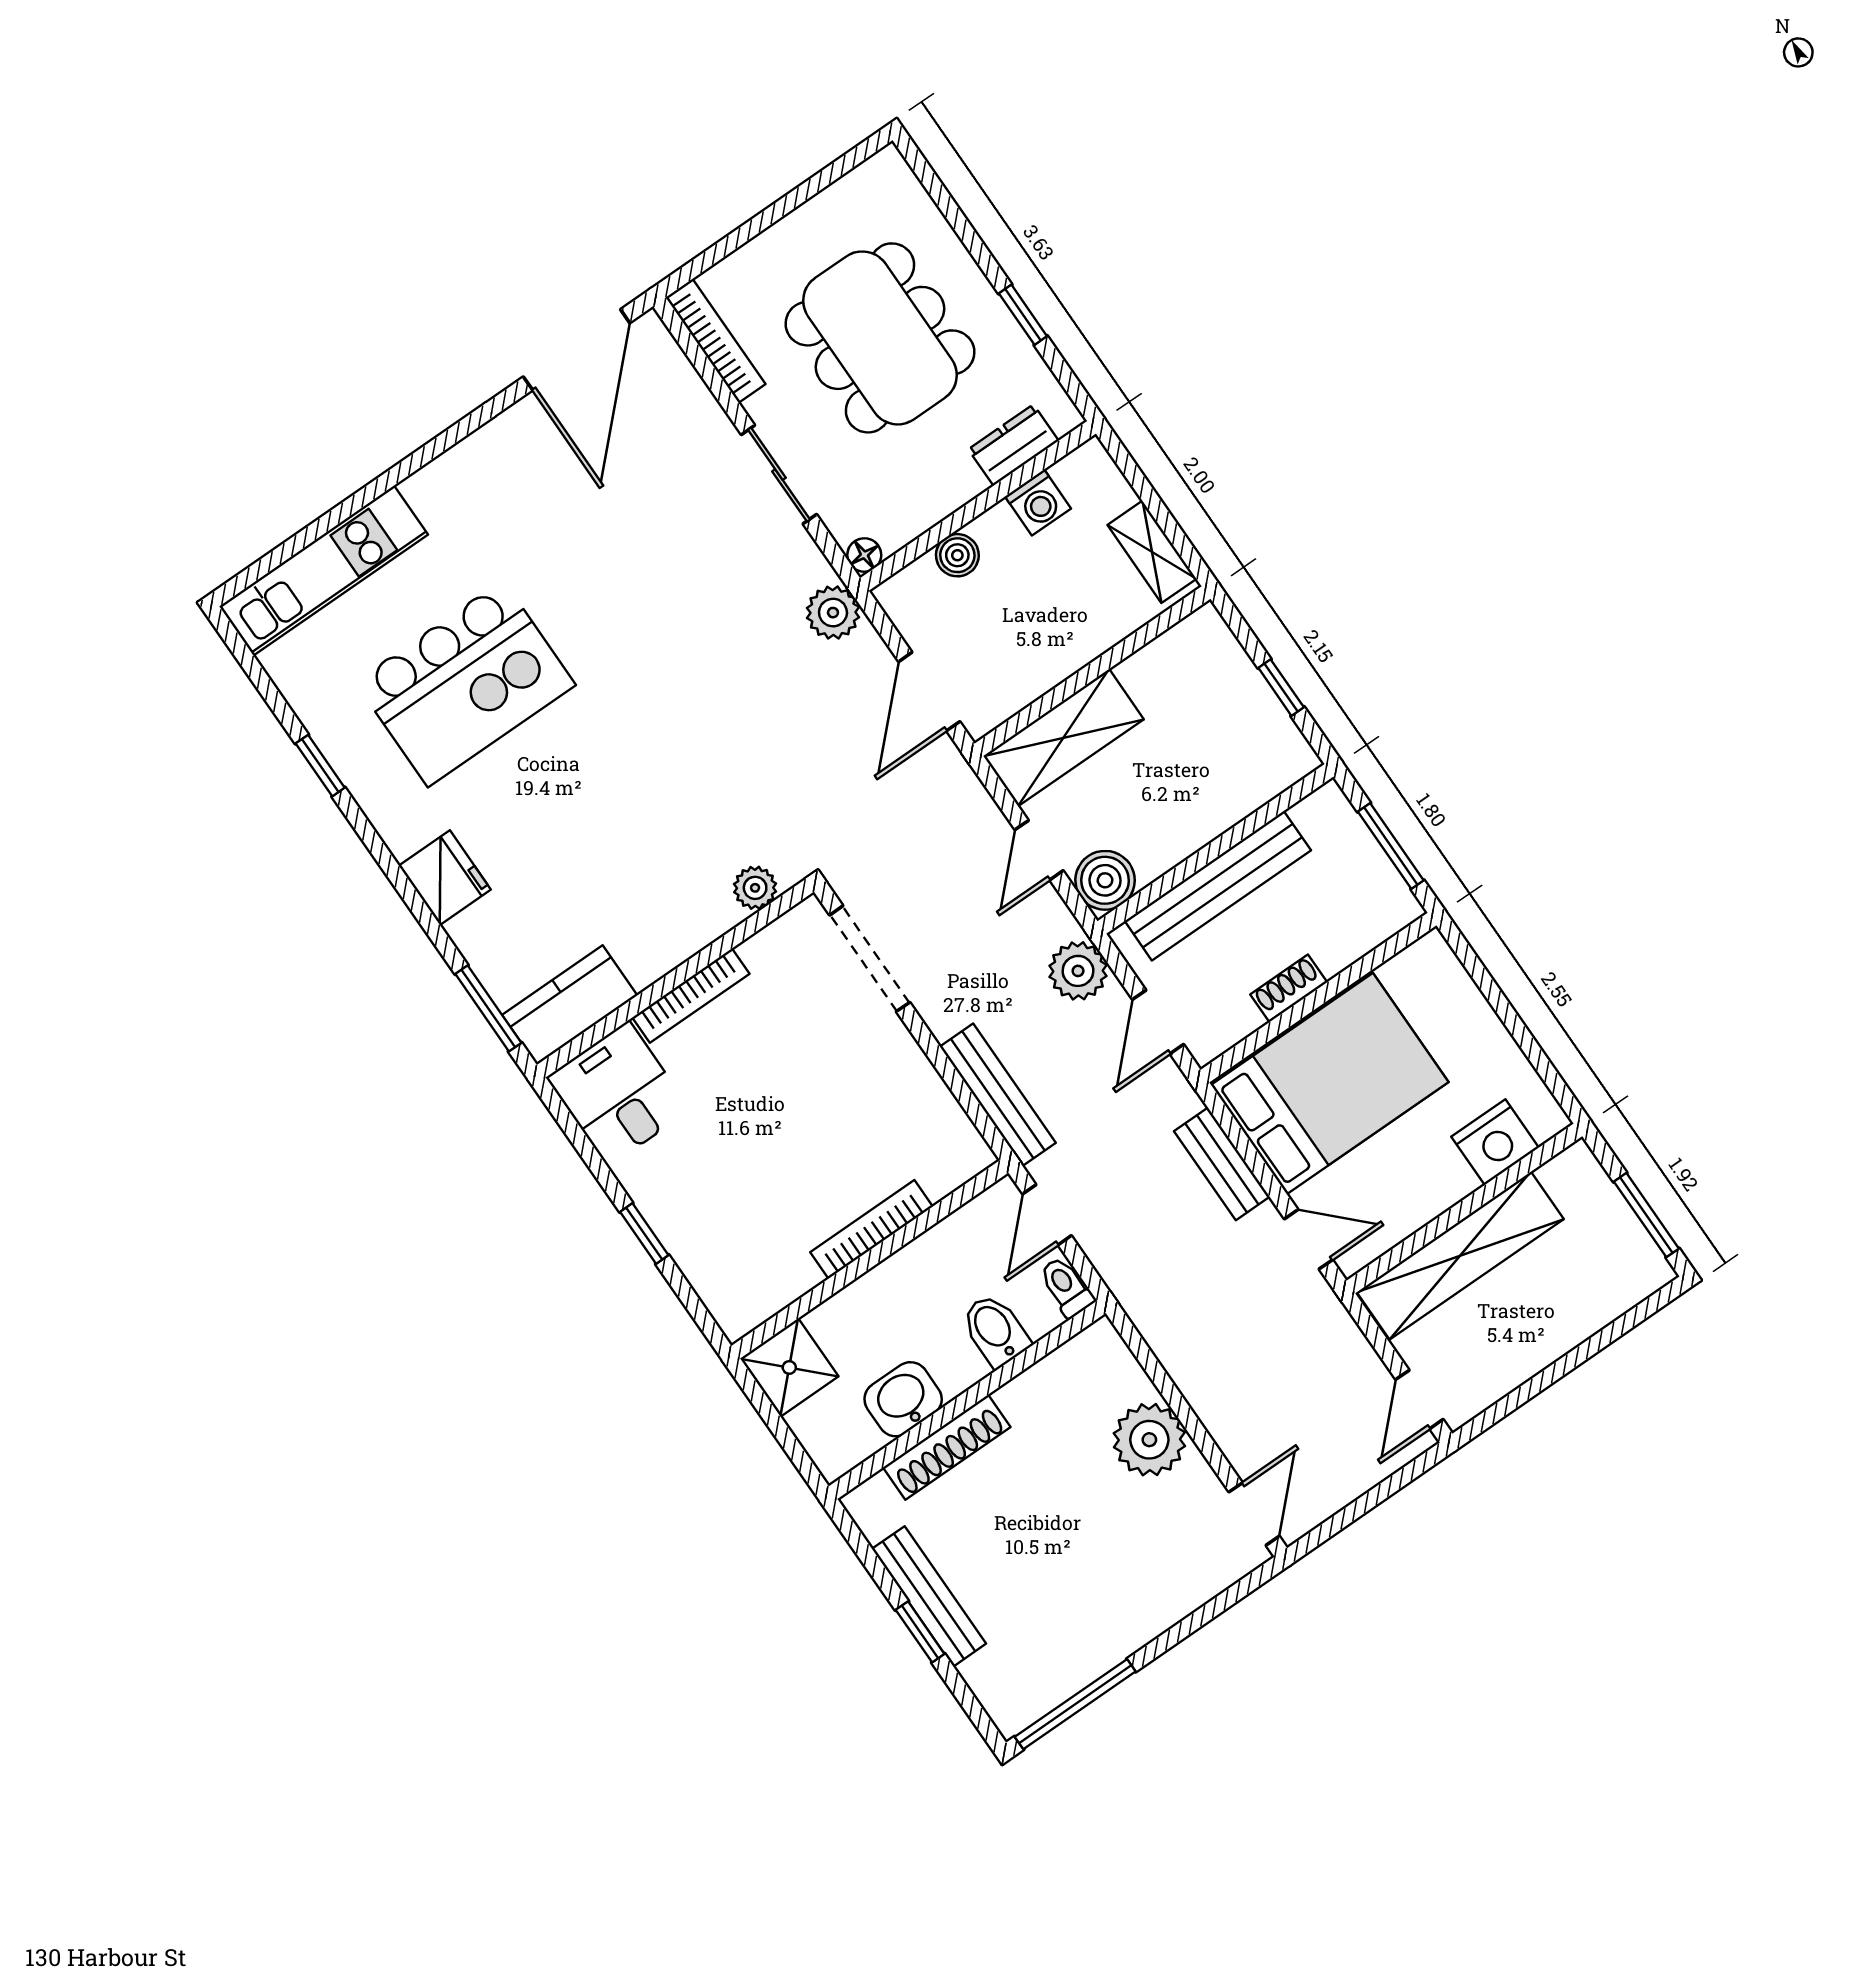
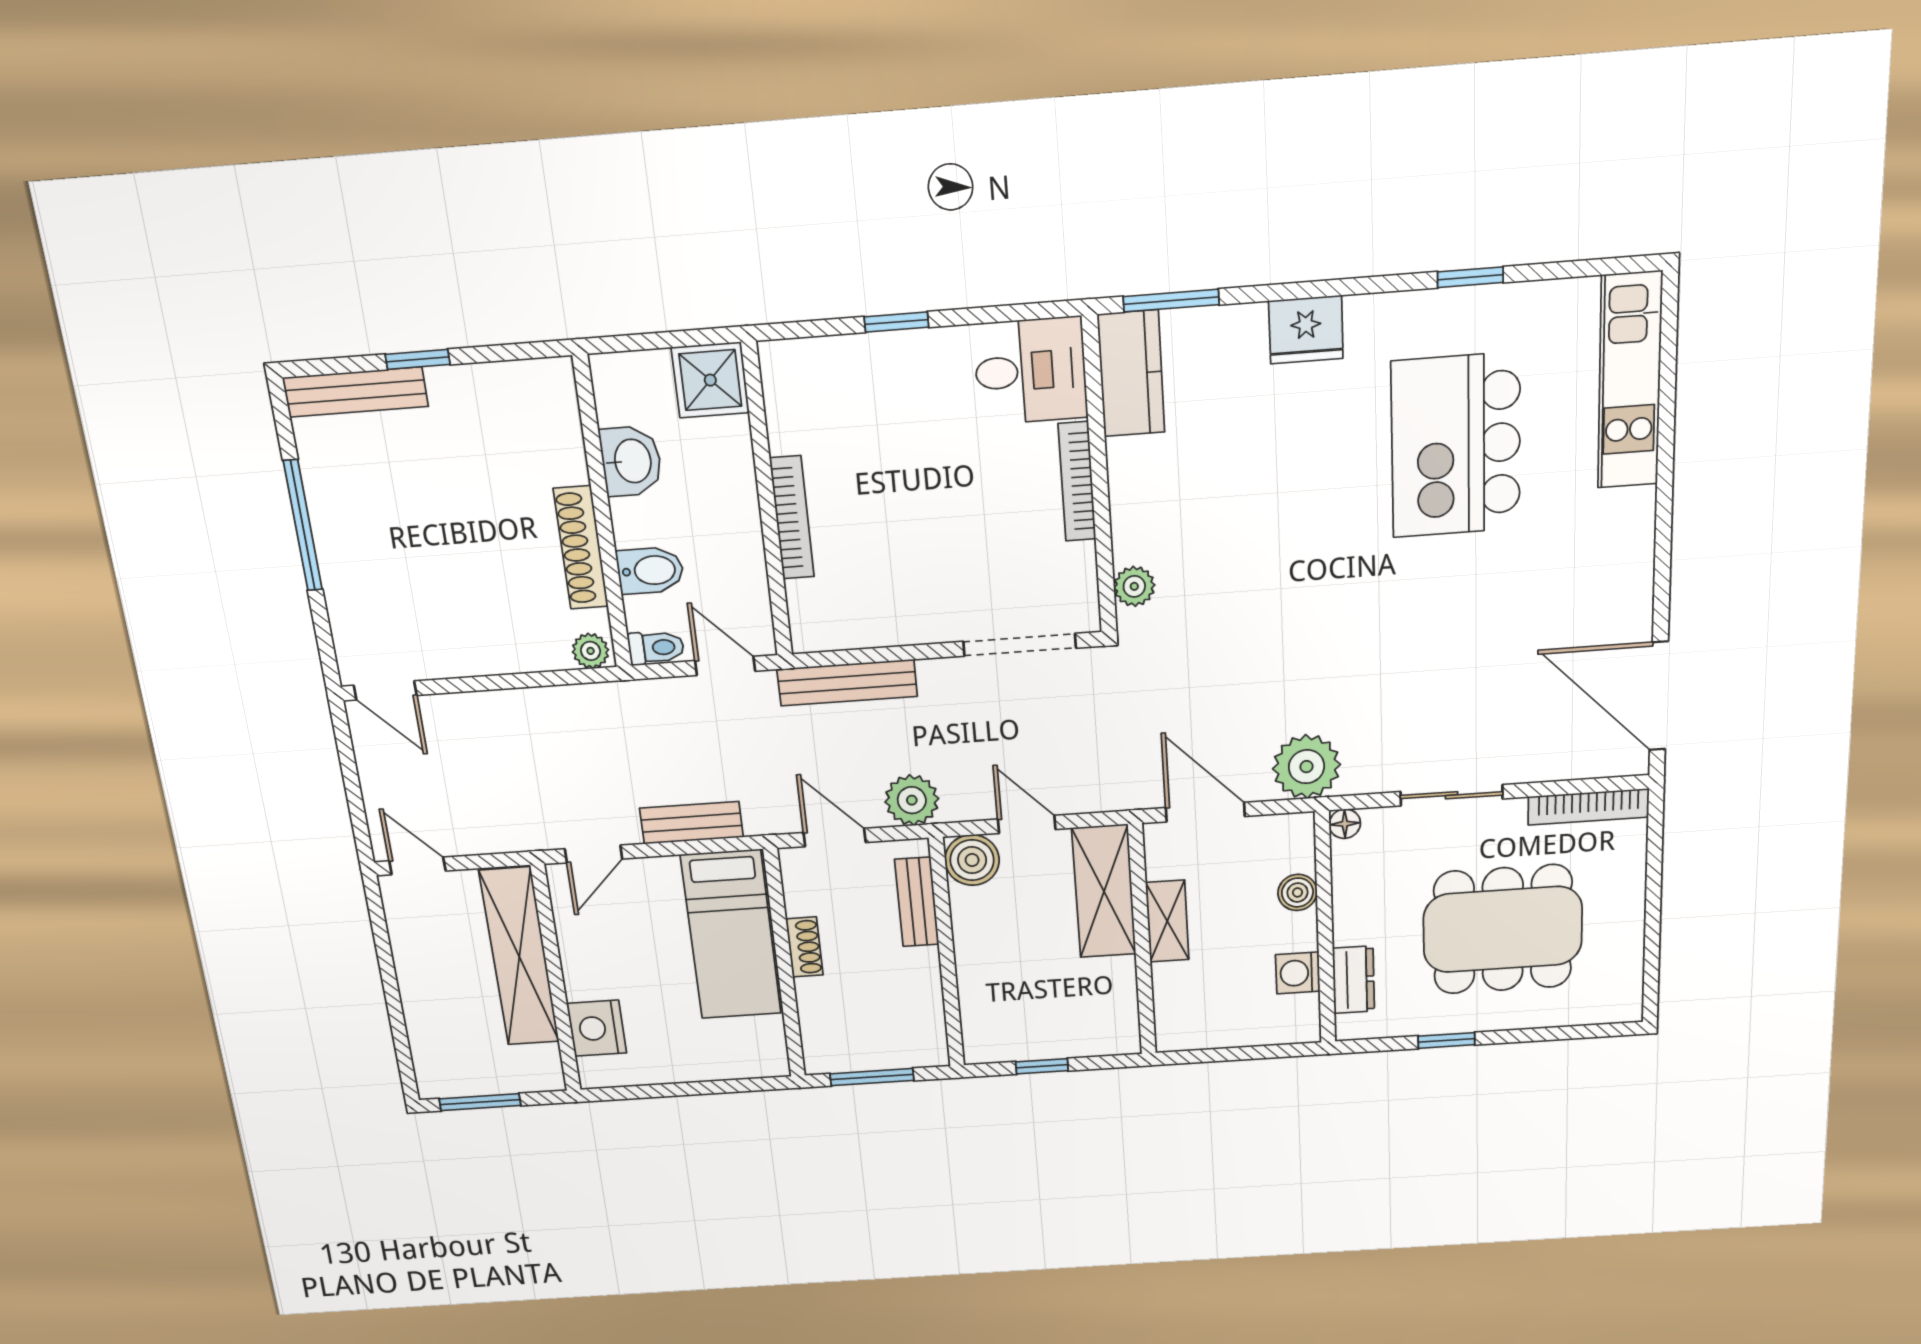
shelving: (1152, 552) -> (1167, 921), moved, turned 90
plant: (833, 613) -> (1307, 767), width x1.36, depth x1.36
bench: (1218, 886) -> (917, 902), width x0.54, depth x0.82
bed: (1330, 1084) -> (731, 935), width x0.67
plant: (1149, 1440) -> (591, 651), moved, width x0.53, depth x0.53
shoe rack: (947, 1447) -> (581, 548), moved
bench: (929, 1596) -> (355, 392), moved
window: (1075, 1704) -> (303, 525), moved

